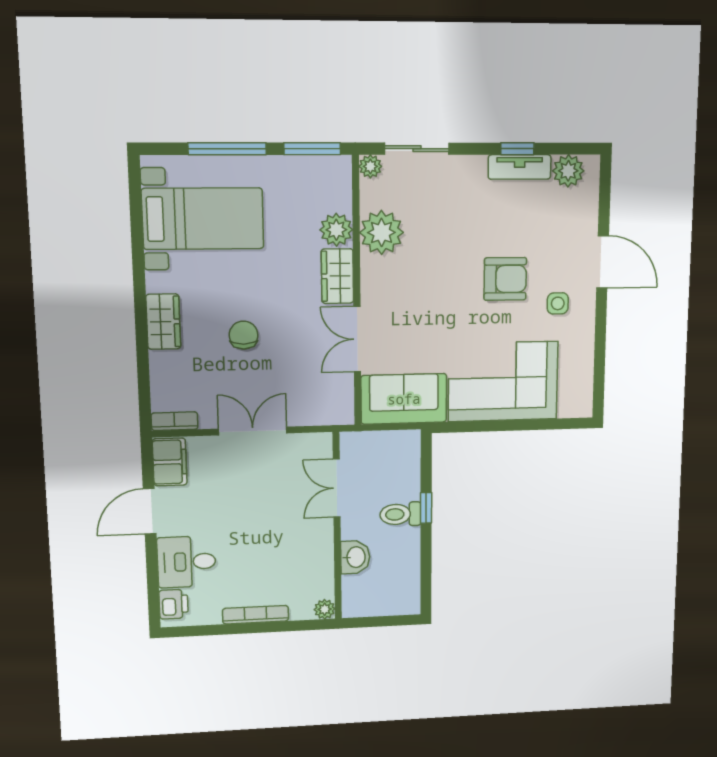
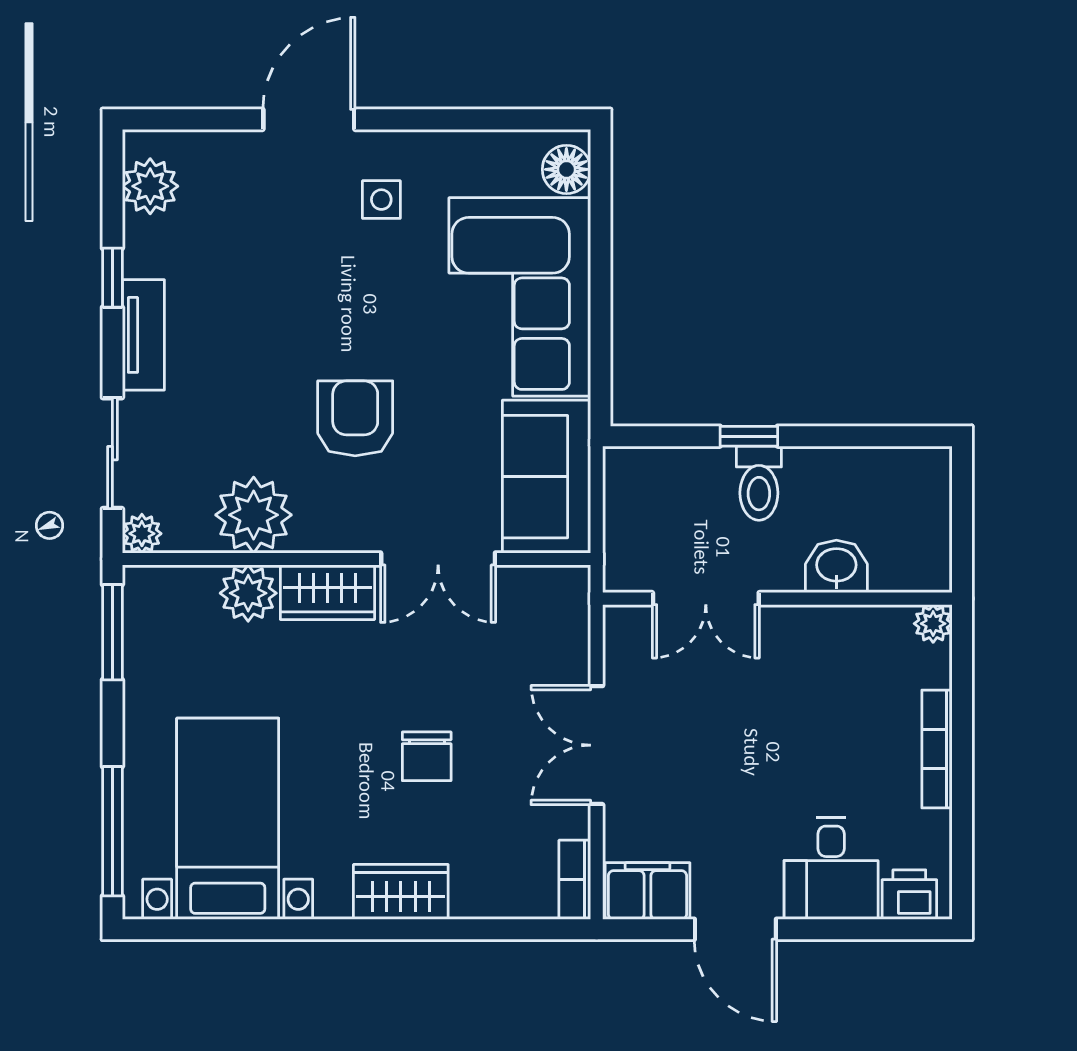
window: (227, 149) -> (112, 831), moved
tv unit: (520, 167) -> (143, 335), moved
armchair: (505, 279) -> (355, 418), moved
chair: (244, 335) -> (427, 756), turned -90
floor lamp: (571, 405) -> (566, 169), added

